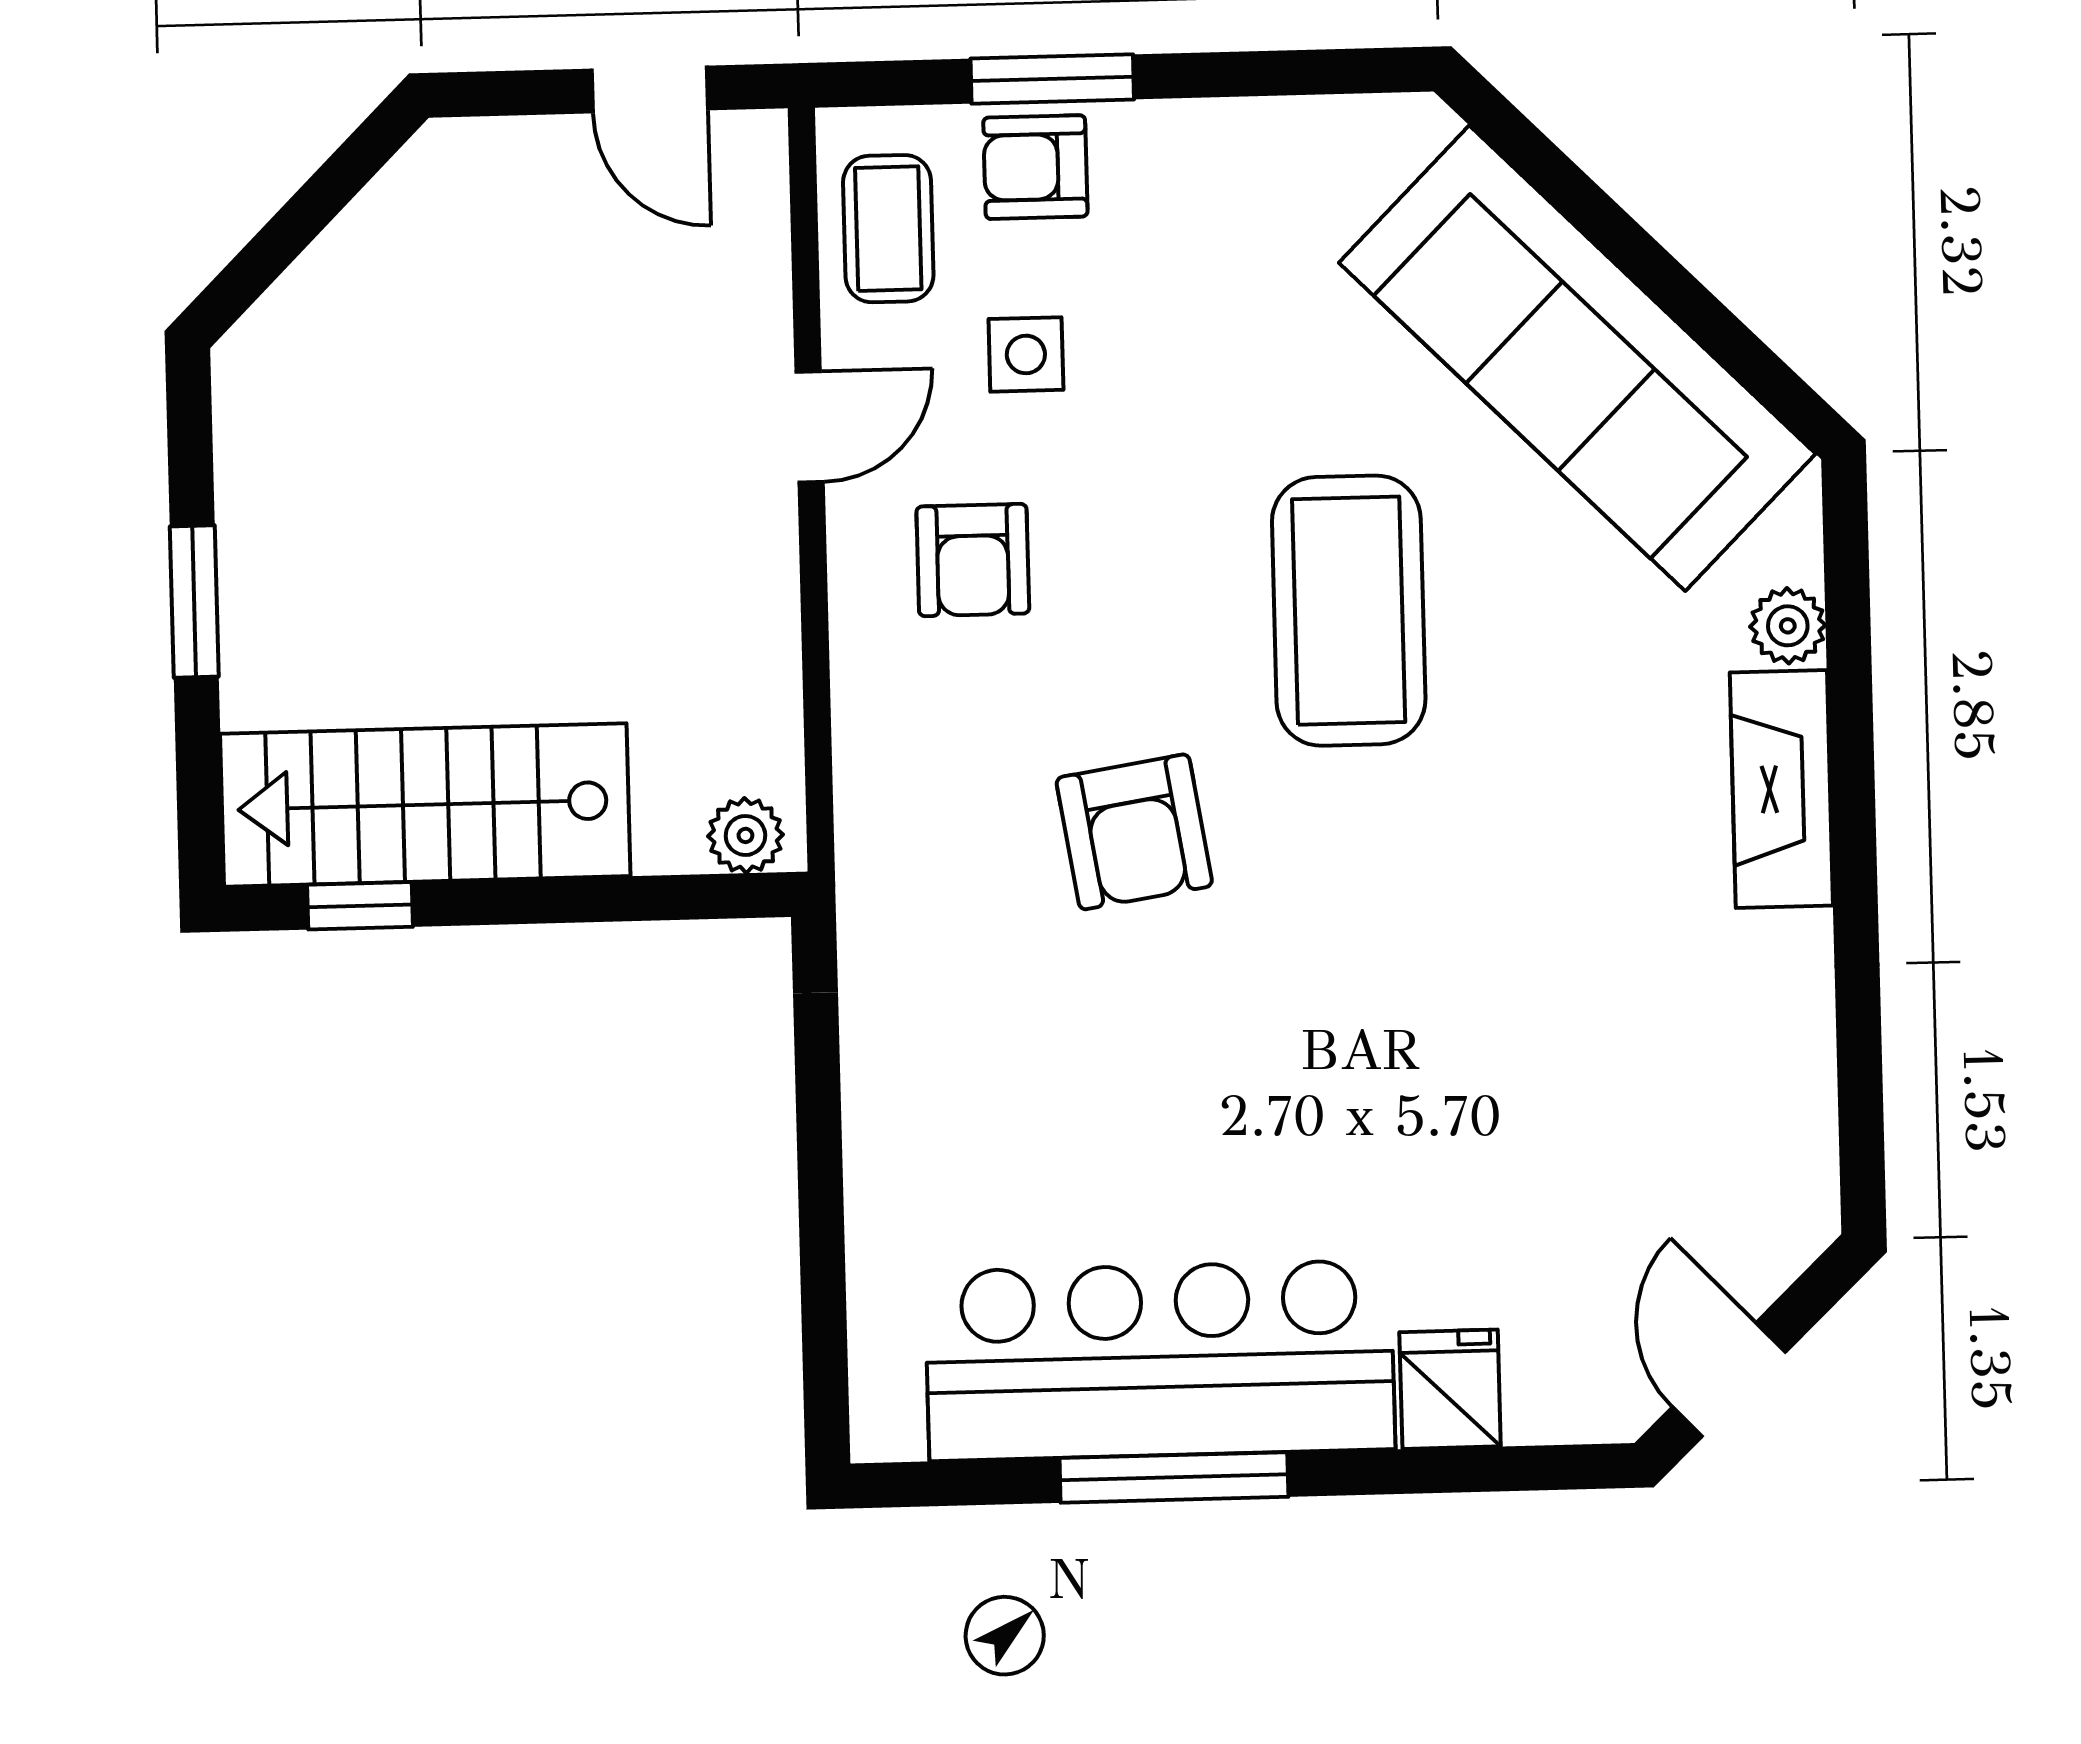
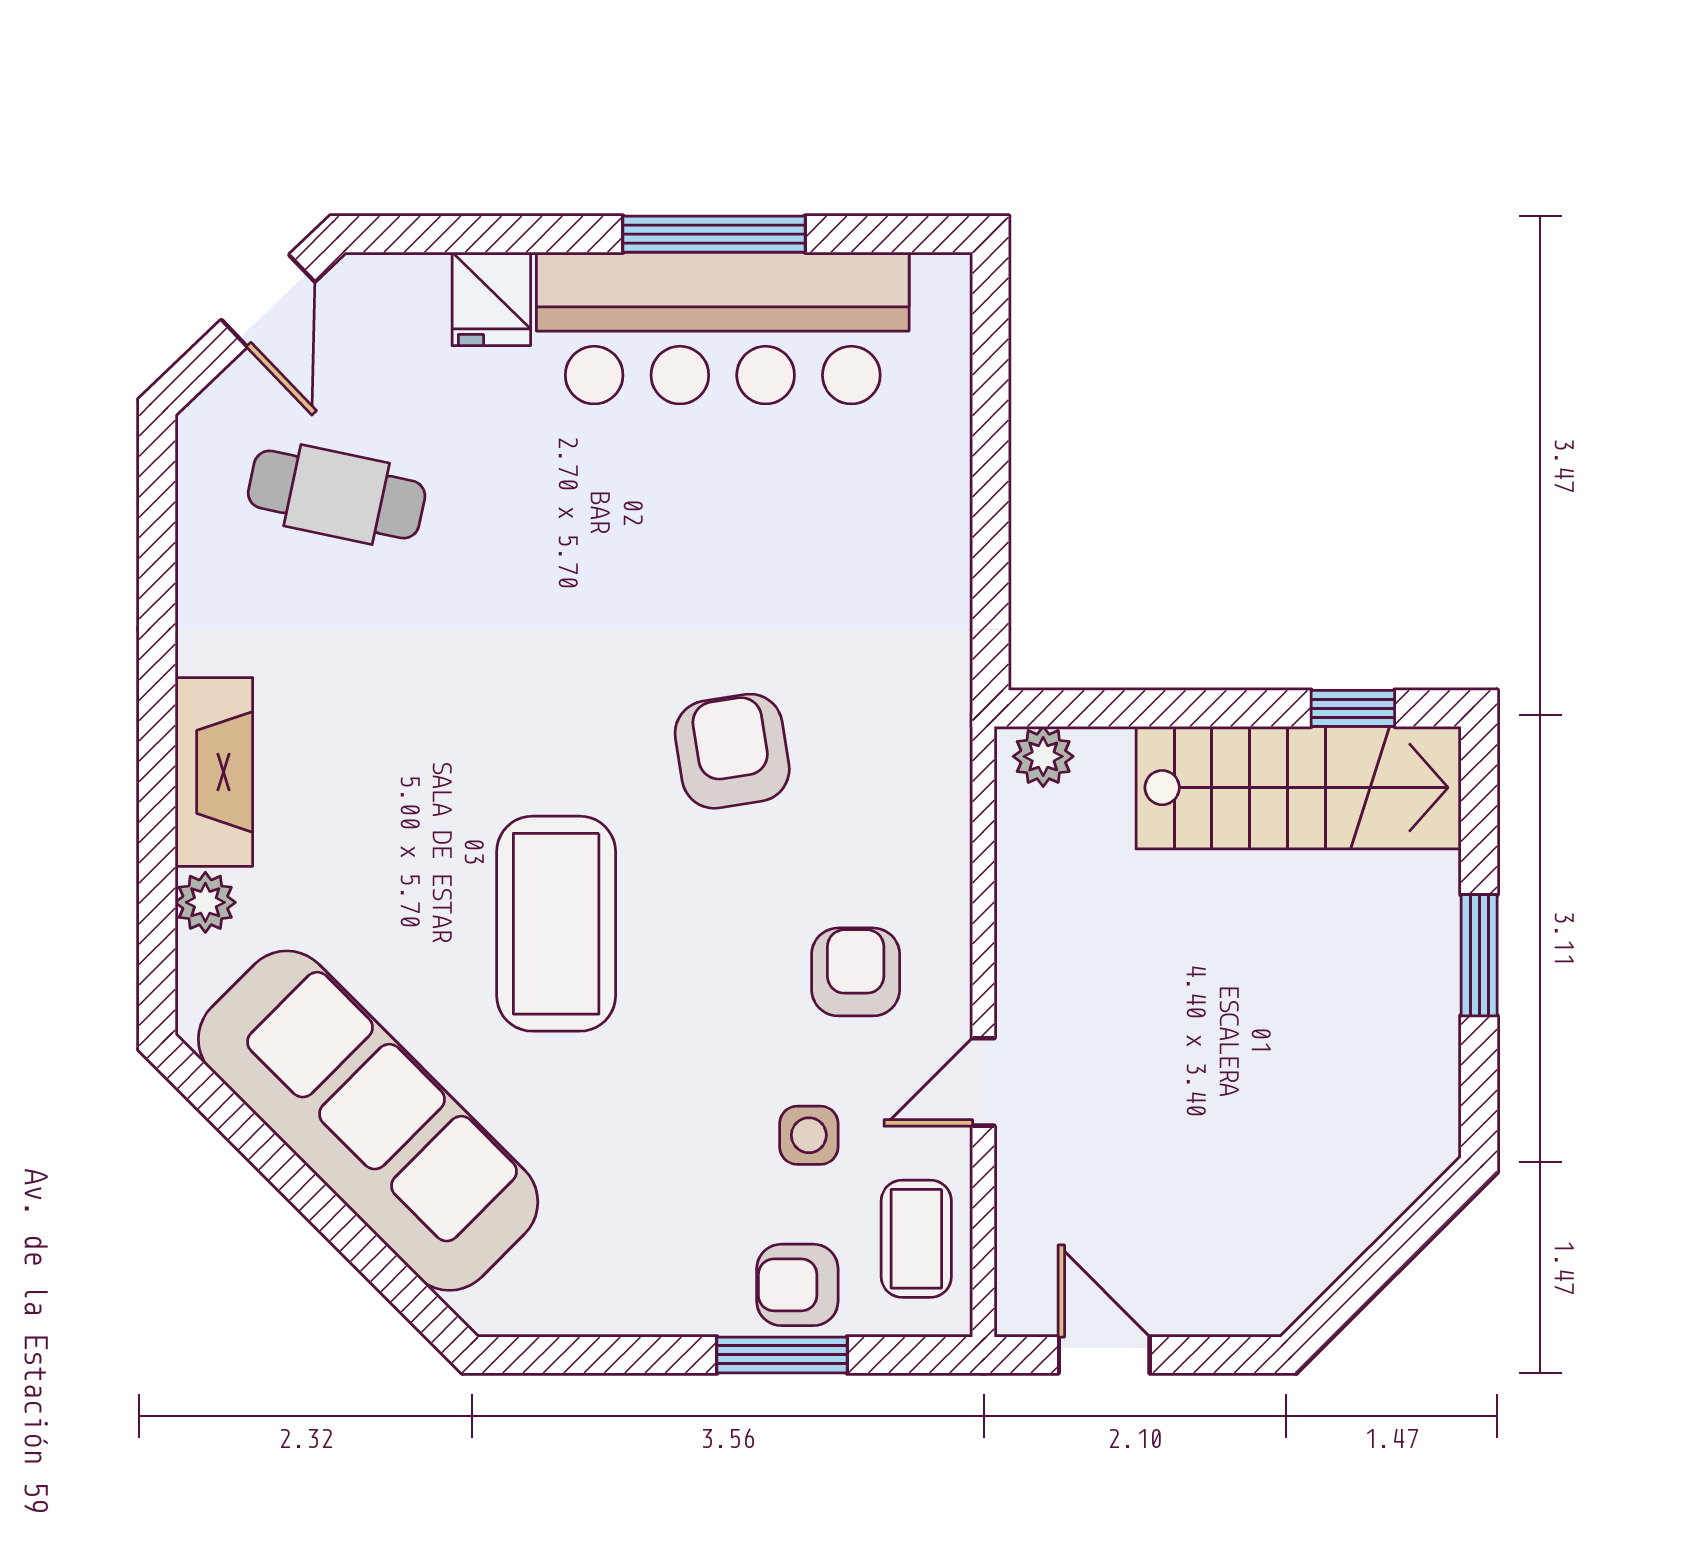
armchair: (1035, 167) -> (797, 1285), turned 180
cafe table: (1637, 1140) -> (337, 494), added

